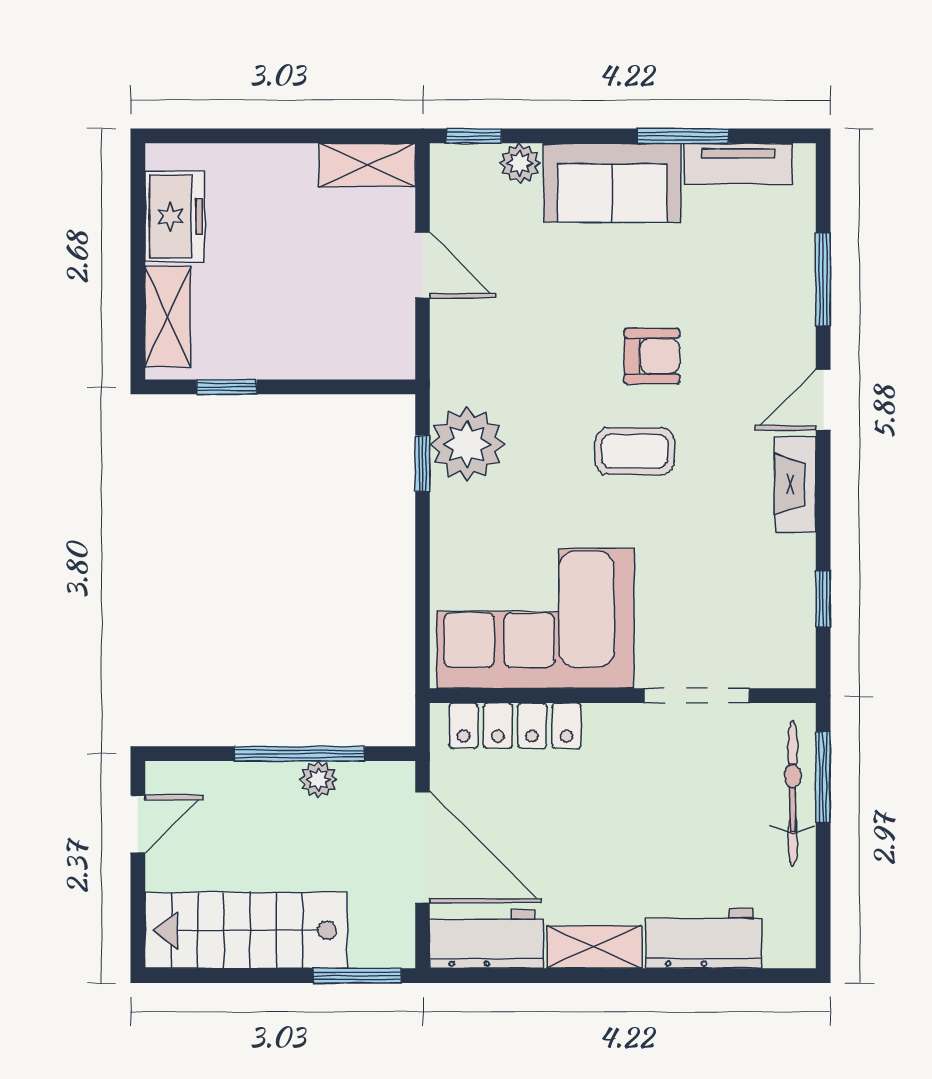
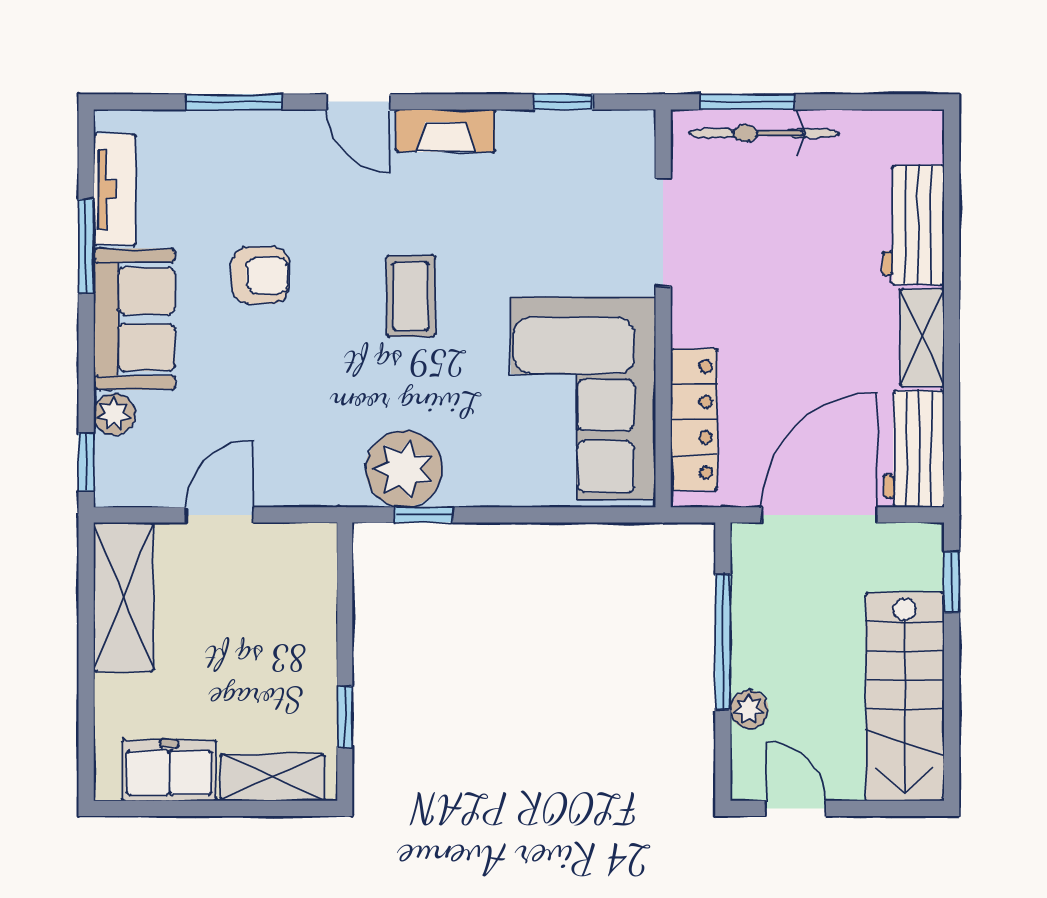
shelving: (367, 165) -> (123, 597), width x1.50, depth x1.33
armchair: (652, 356) -> (260, 275), moved, turned 90
plant: (318, 779) -> (749, 710), moved
window: (357, 976) -> (952, 582), width x0.67

